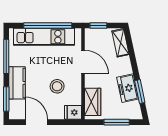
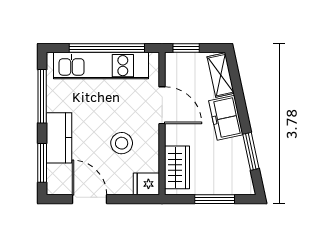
freezer: (128, 88) -> (226, 118), moved

